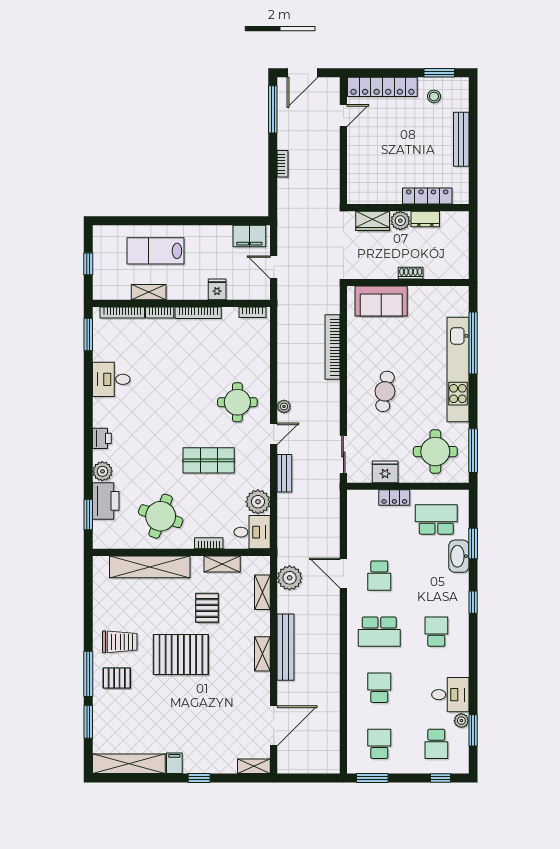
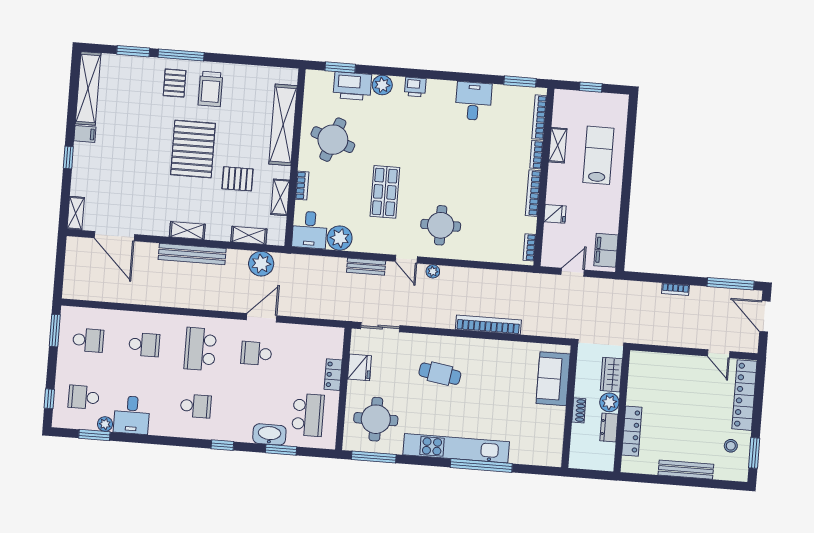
shoe rack: (411, 273) -> (579, 410), moved
wall: (408, 283) -> (570, 407), moved
sofa: (381, 301) -> (553, 379), moved

